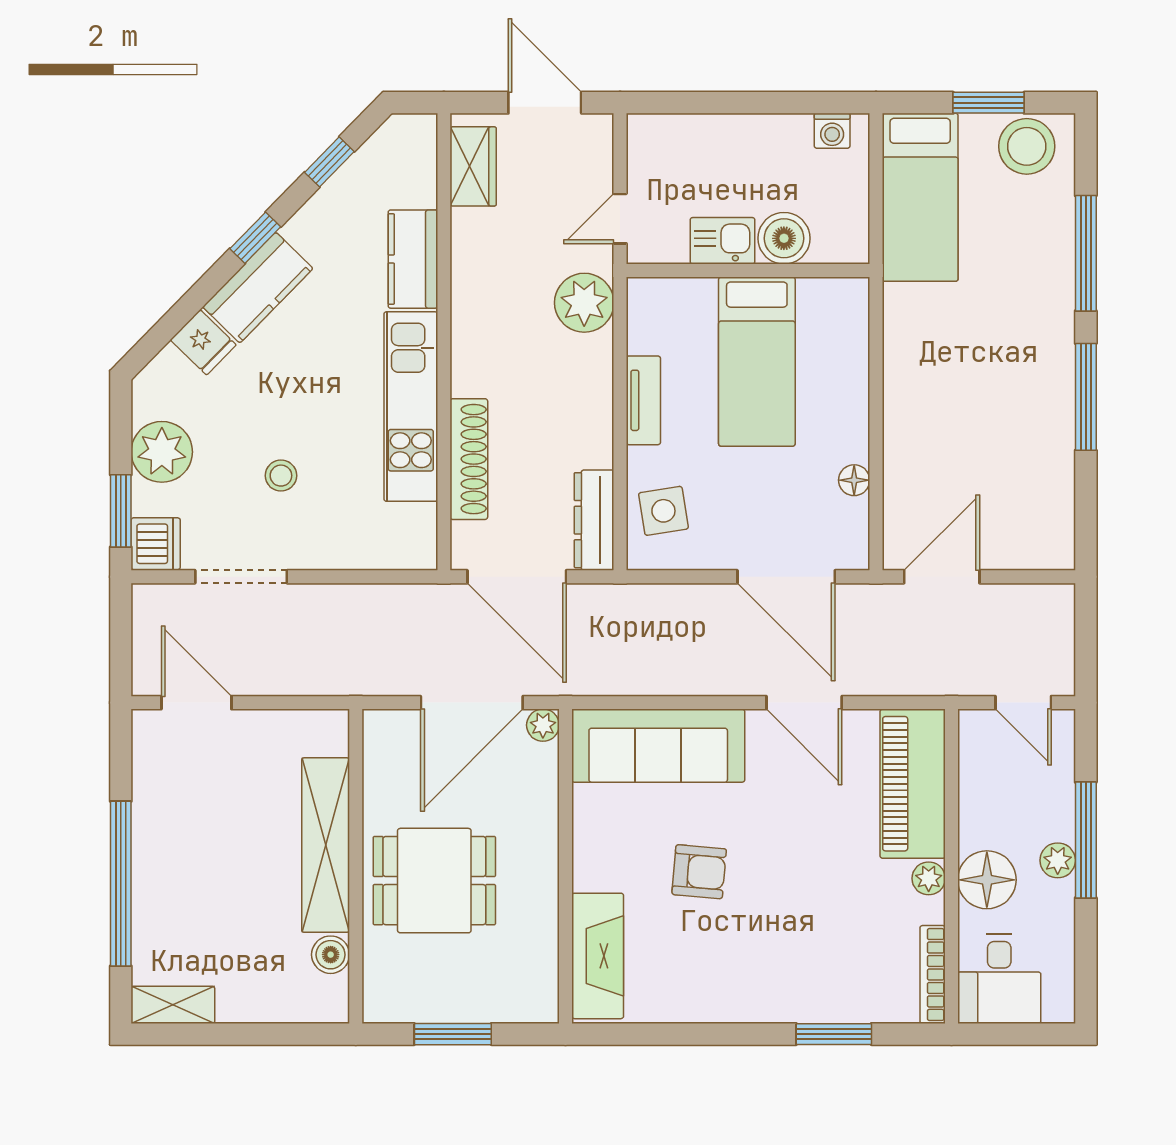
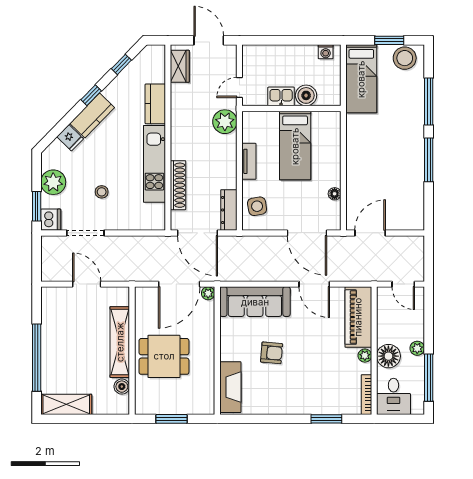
door: (196, 703) -> (87, 284), moved
window: (1086, 840) -> (429, 378), moved
shelving: (173, 1005) -> (66, 404), width x1.50, depth x1.33

